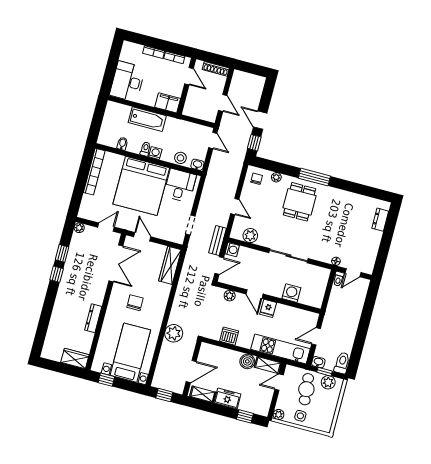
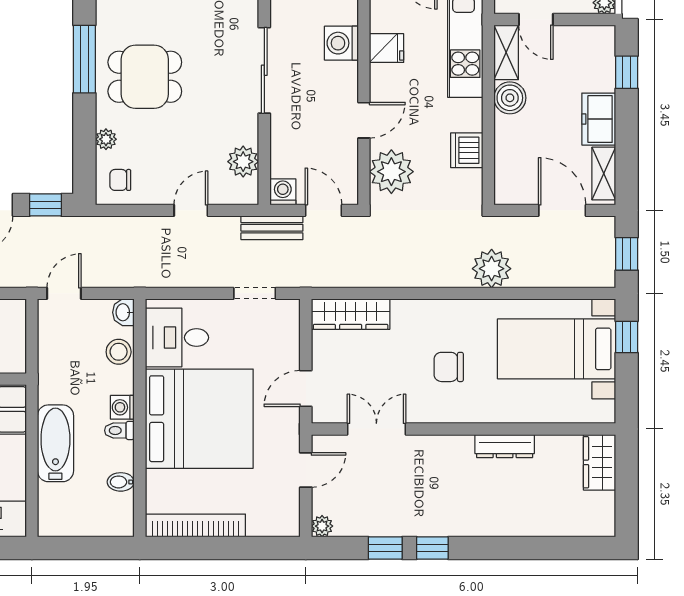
door: (106, 227) -> (306, 470), swing flipped
double door: (116, 263) -> (376, 429), width x0.73
plant: (230, 296) -> (391, 172), width x1.88, depth x1.88
fridge: (268, 308) -> (387, 48), moved
window: (106, 380) -> (627, 337), moved

